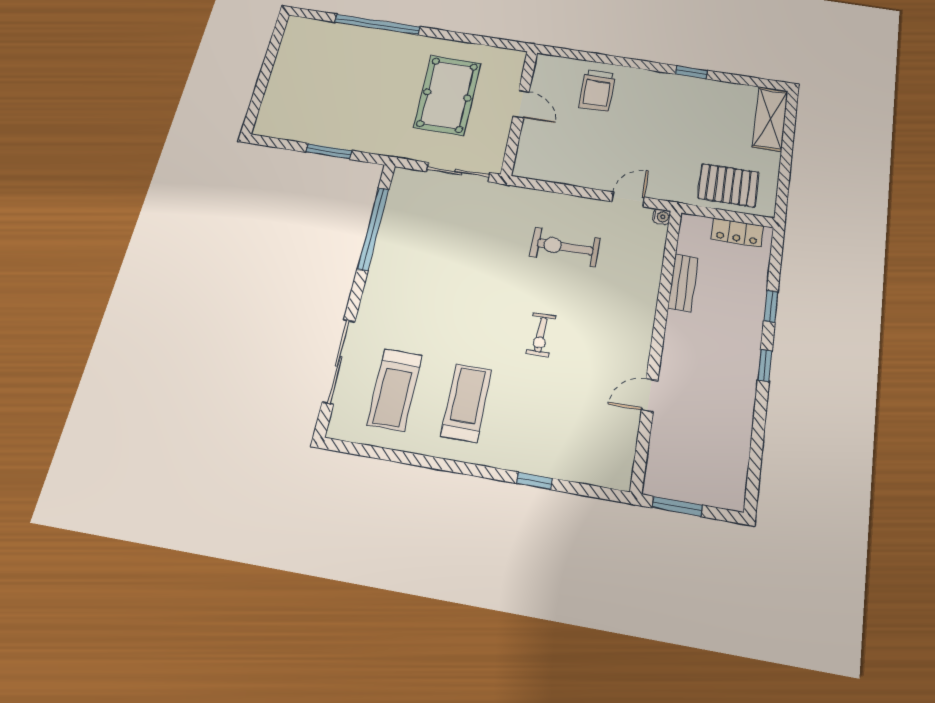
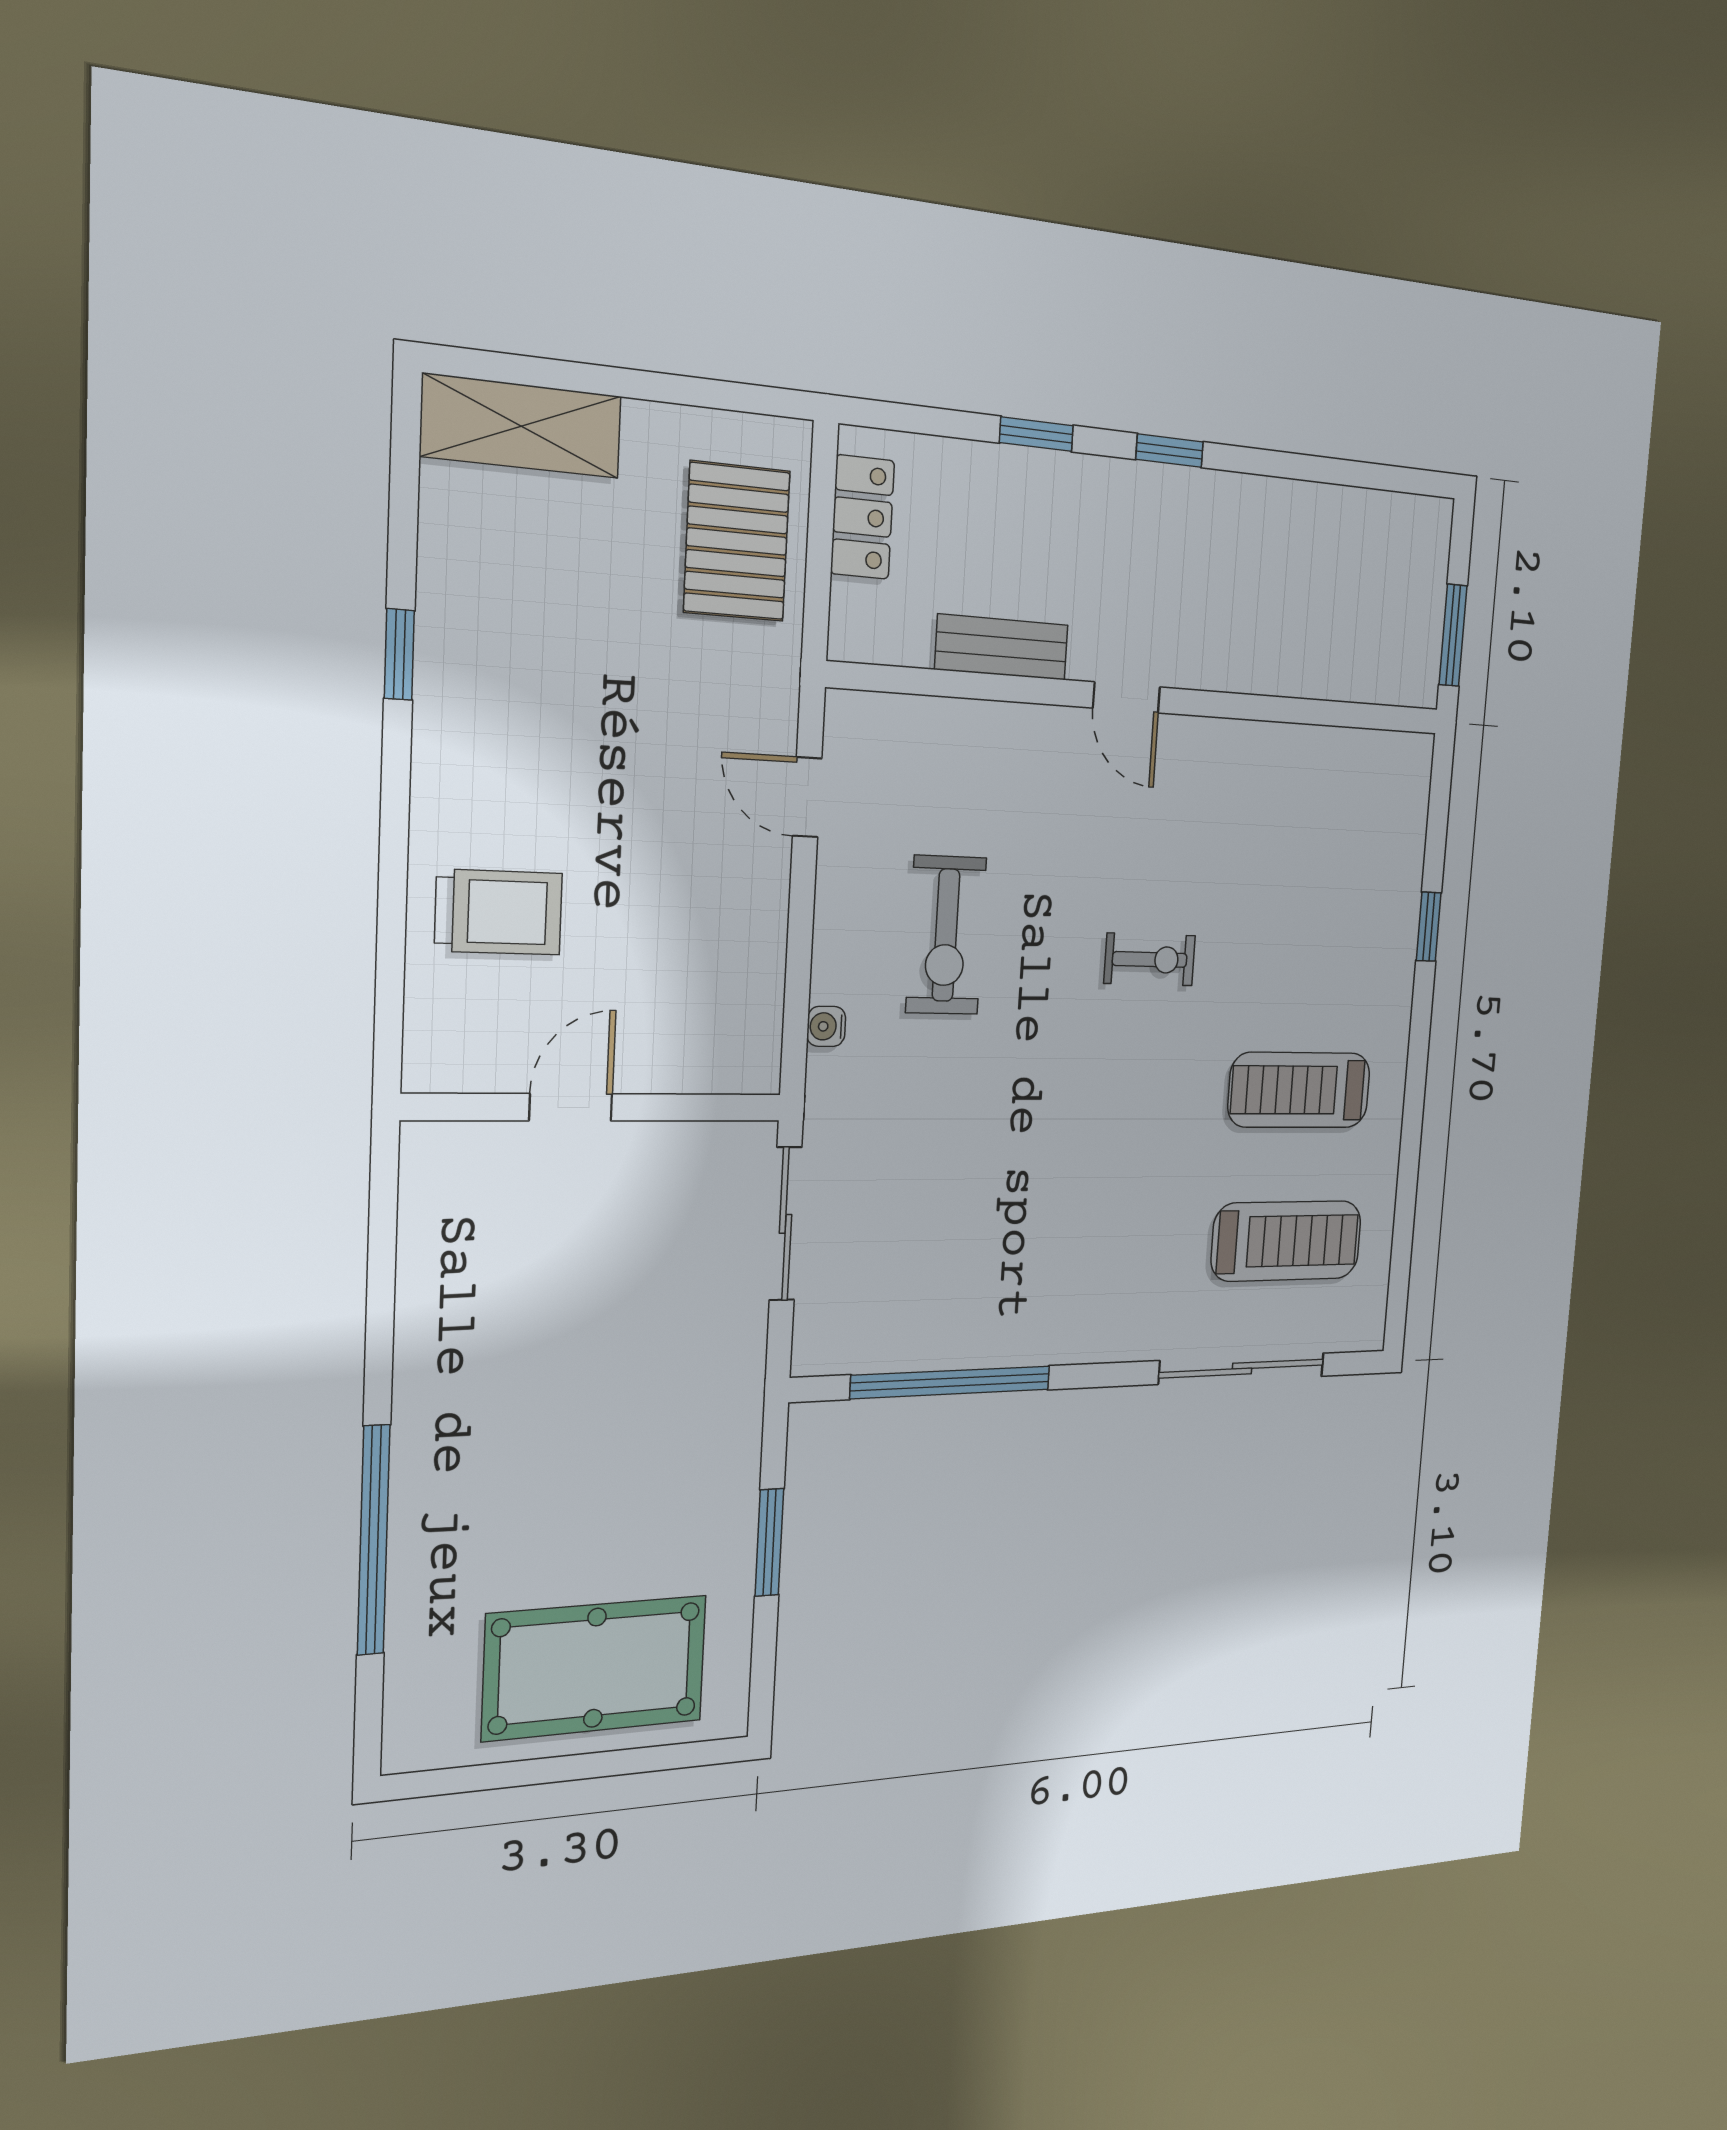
pool table: (447, 95) -> (595, 1668), moved
water cooler: (662, 217) -> (826, 1026), moved, turned -90
door: (650, 395) -> (1126, 697), moved

